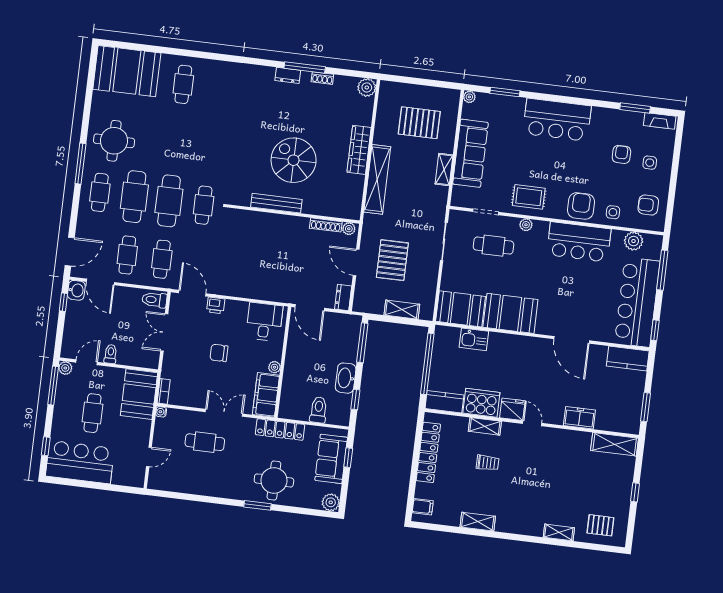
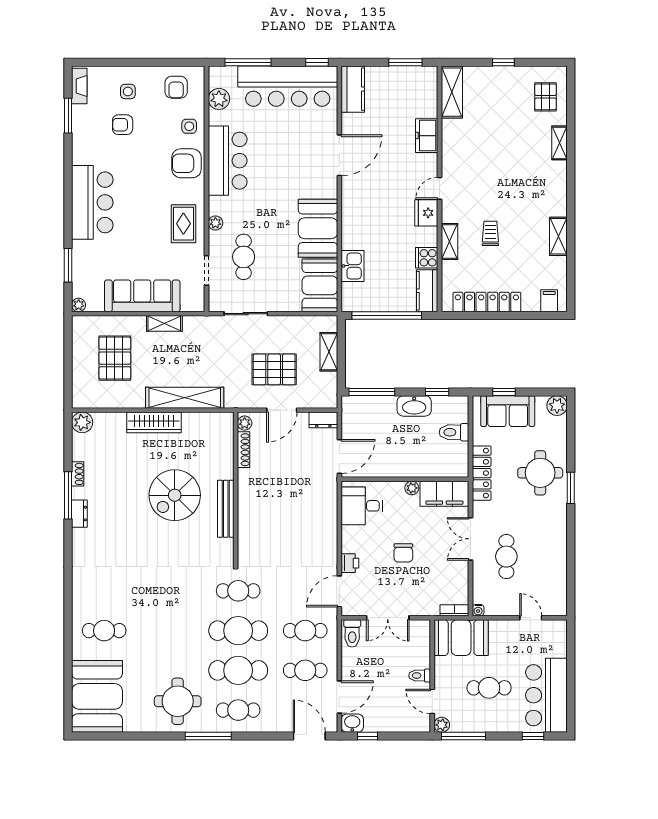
cooker: (481, 403) -> (427, 258), width x0.53, depth x0.76

